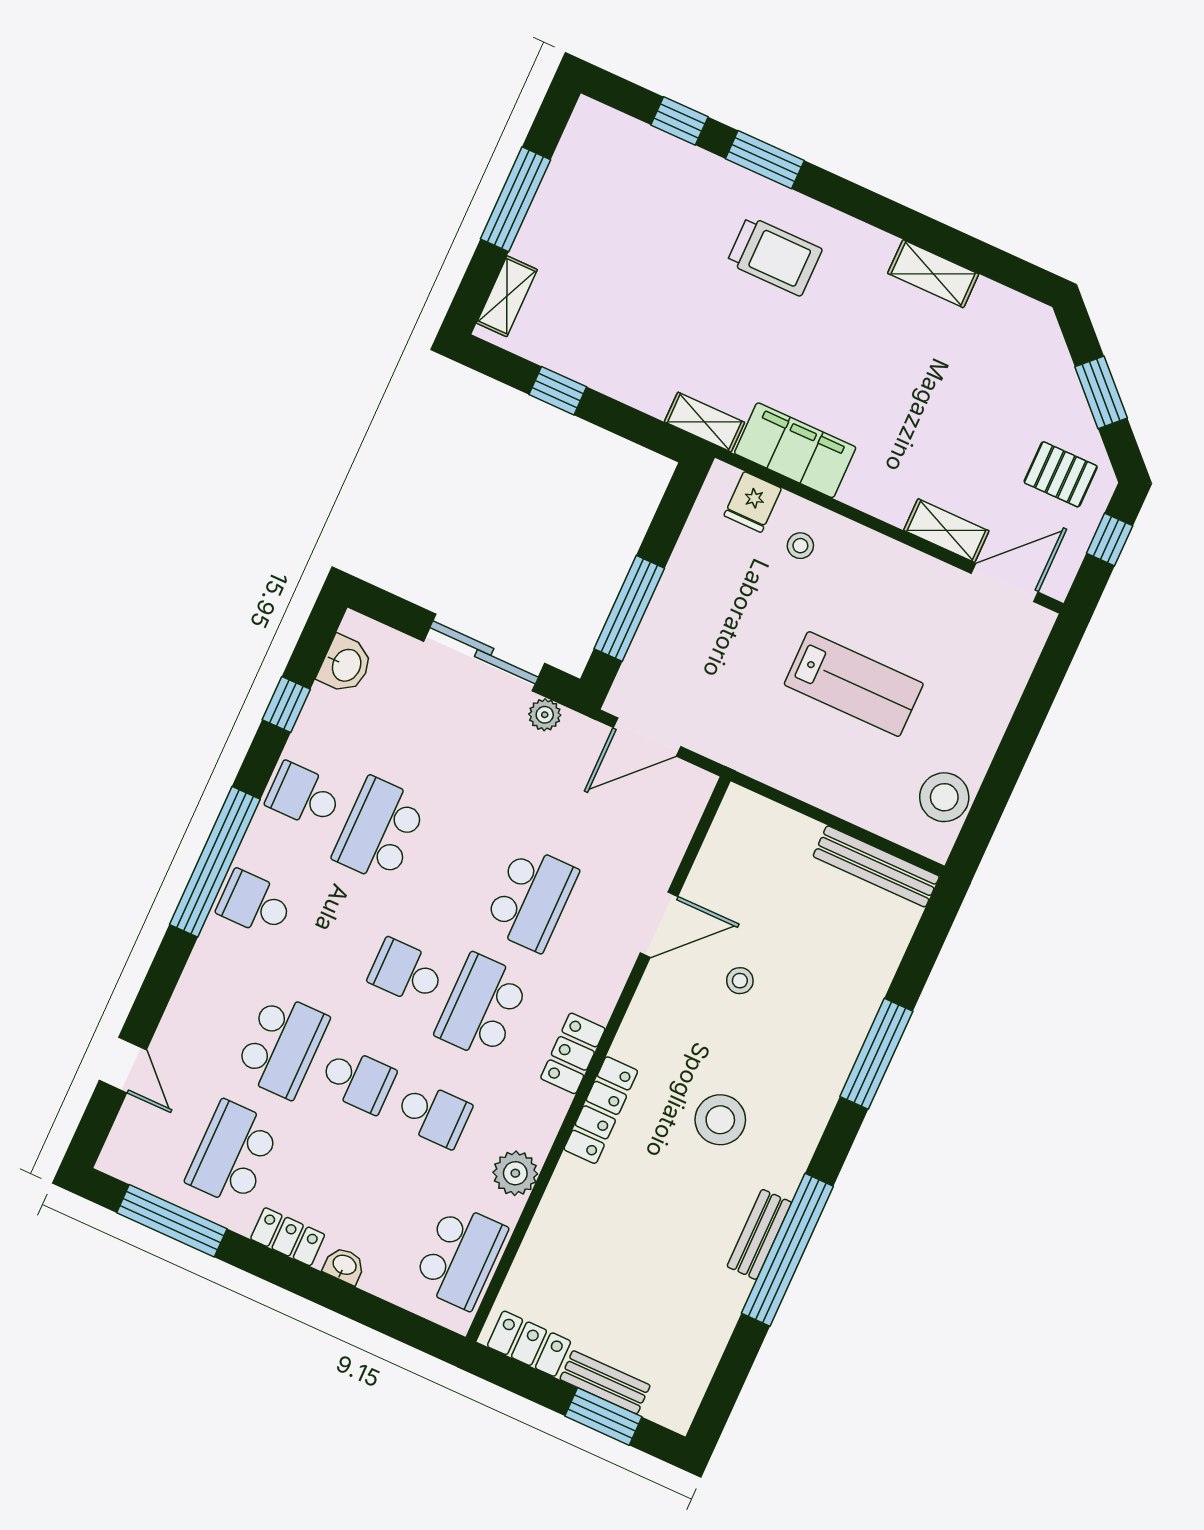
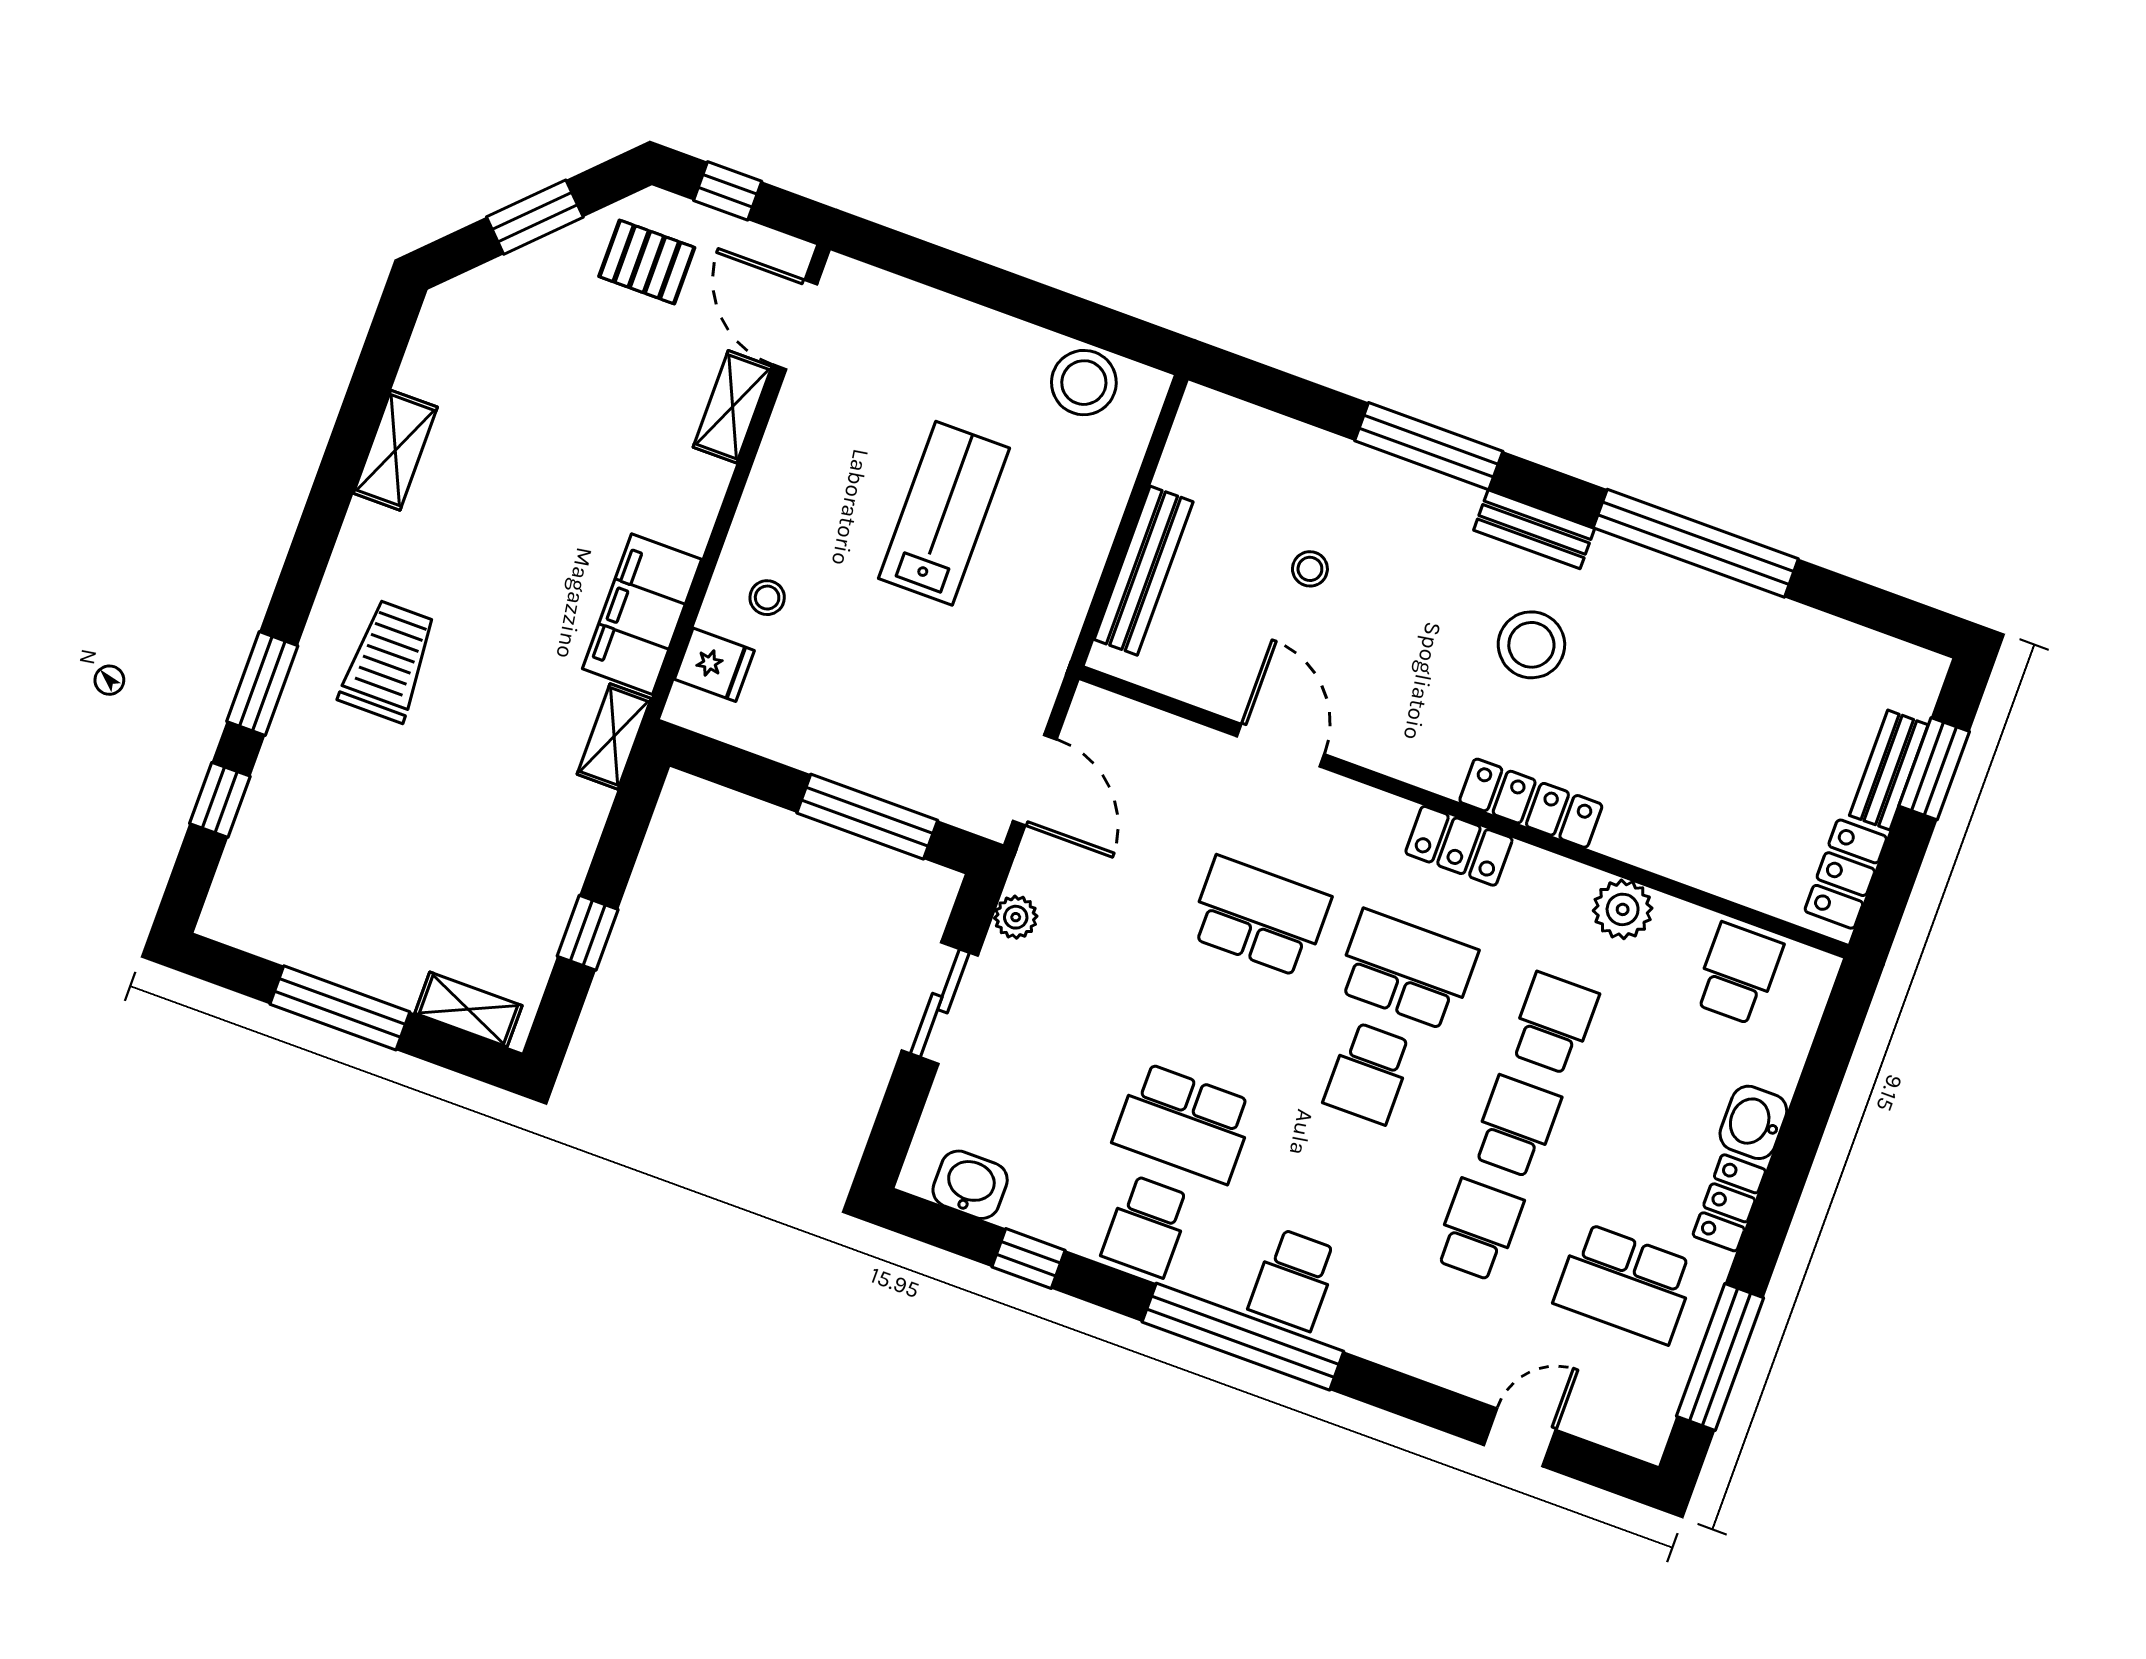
pallet: (1061, 474) -> (647, 262), turned 90
sliding door: (484, 652) -> (940, 1003), width x0.73
bench: (876, 866) -> (1144, 571), moved
stool: (740, 981) -> (1310, 569), moved
school desk: (482, 1007) -> (1406, 970), turned 180
school desk: (282, 1046) -> (1478, 1230), width x0.54
bench: (759, 1234) -> (1534, 529), moved
school desk: (460, 1257) -> (1738, 974), width x0.54
washbasin: (344, 1266) -> (1753, 1122), width x1.38, depth x1.45

